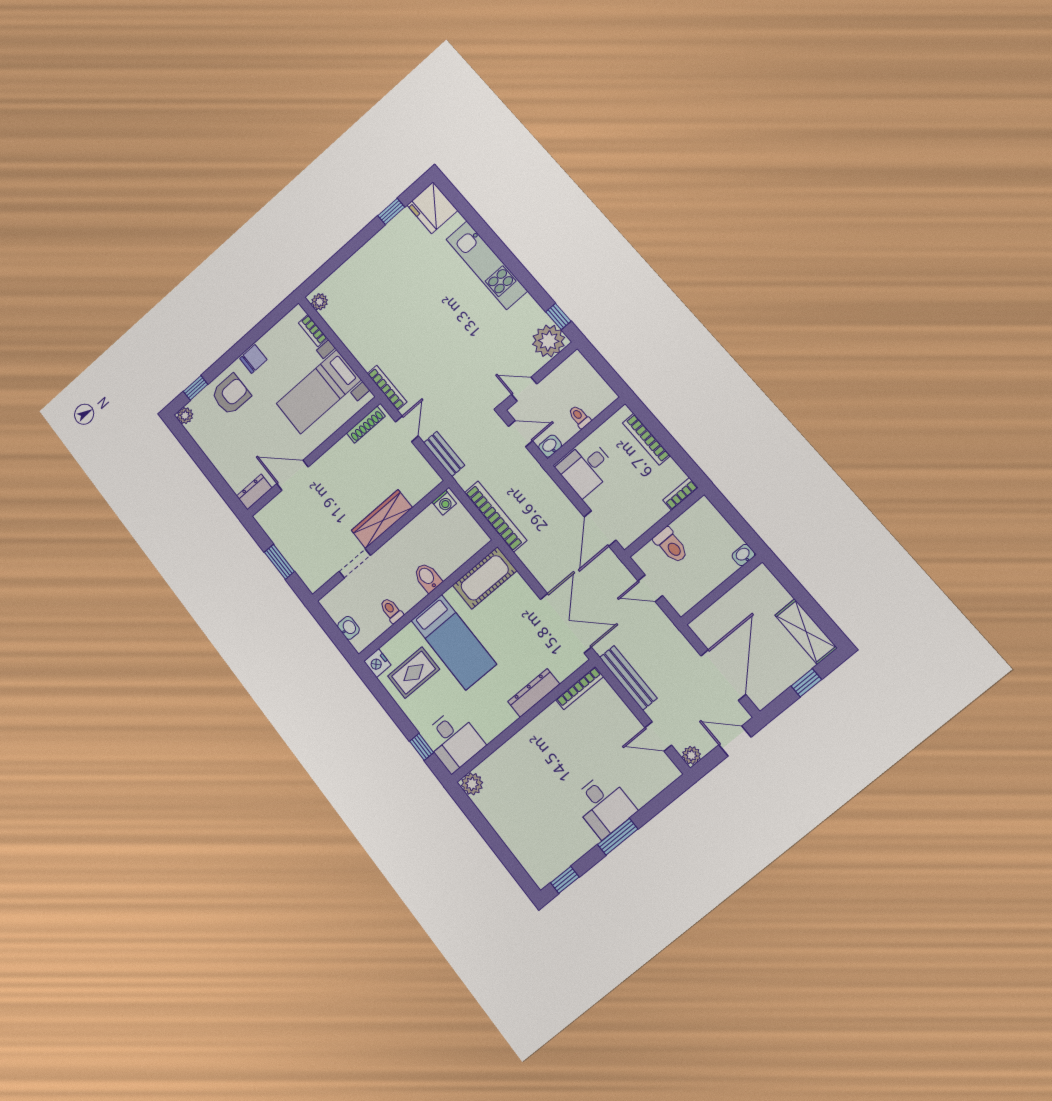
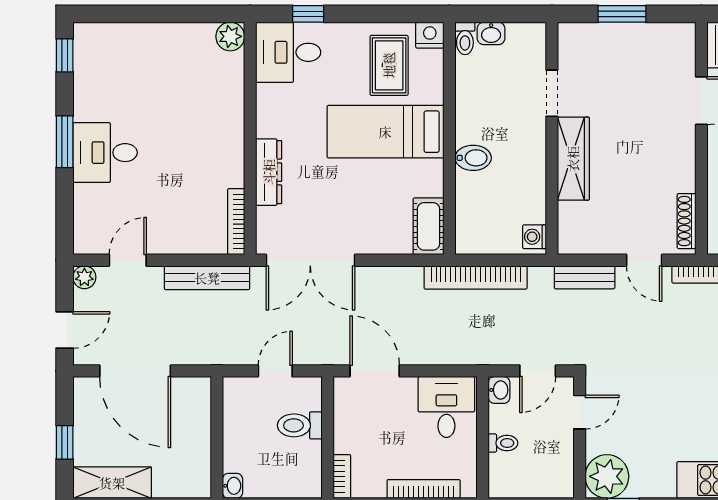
cot: (485, 578) -> (428, 226), width x0.73, depth x0.75
toilet: (391, 610) -> (465, 38), moved, turned 90

